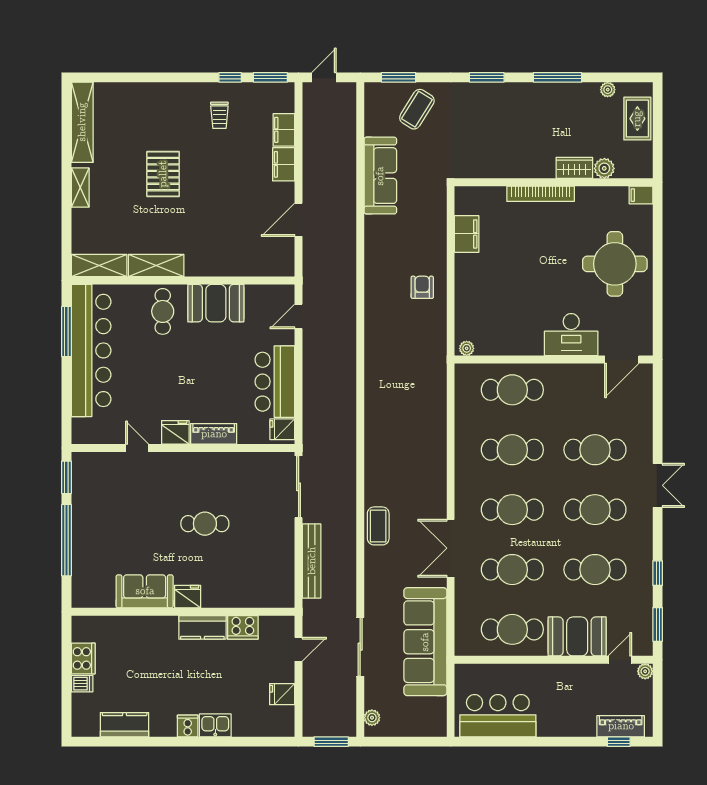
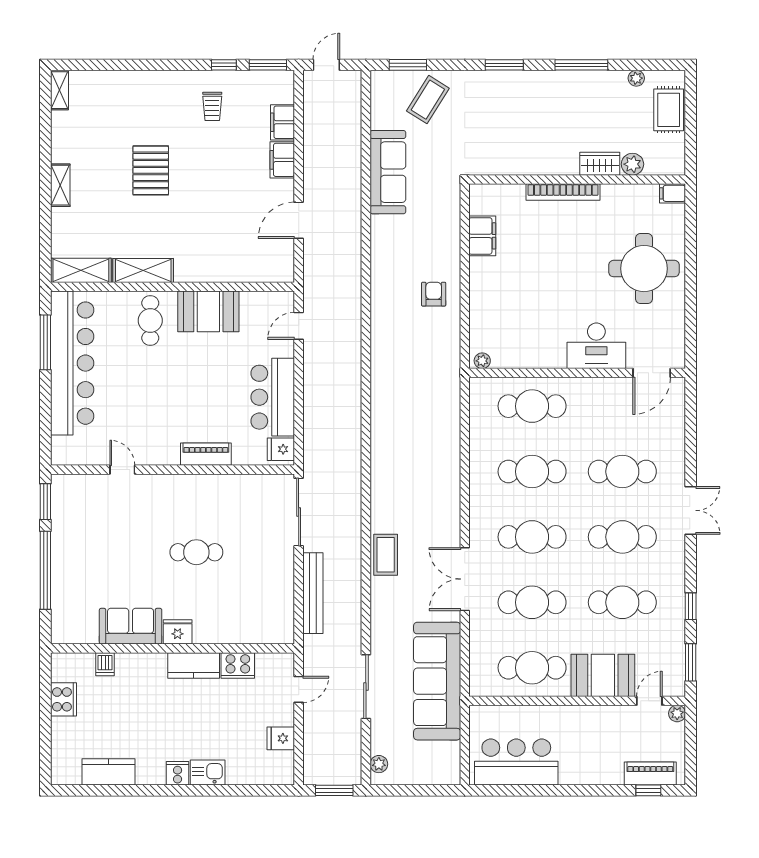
shelving: (82, 122) -> (59, 90), width x0.45, depth x0.75
fridge: (175, 432) -> (164, 453), removed
dishwasher: (82, 684) -> (105, 664), moved, turned 90

